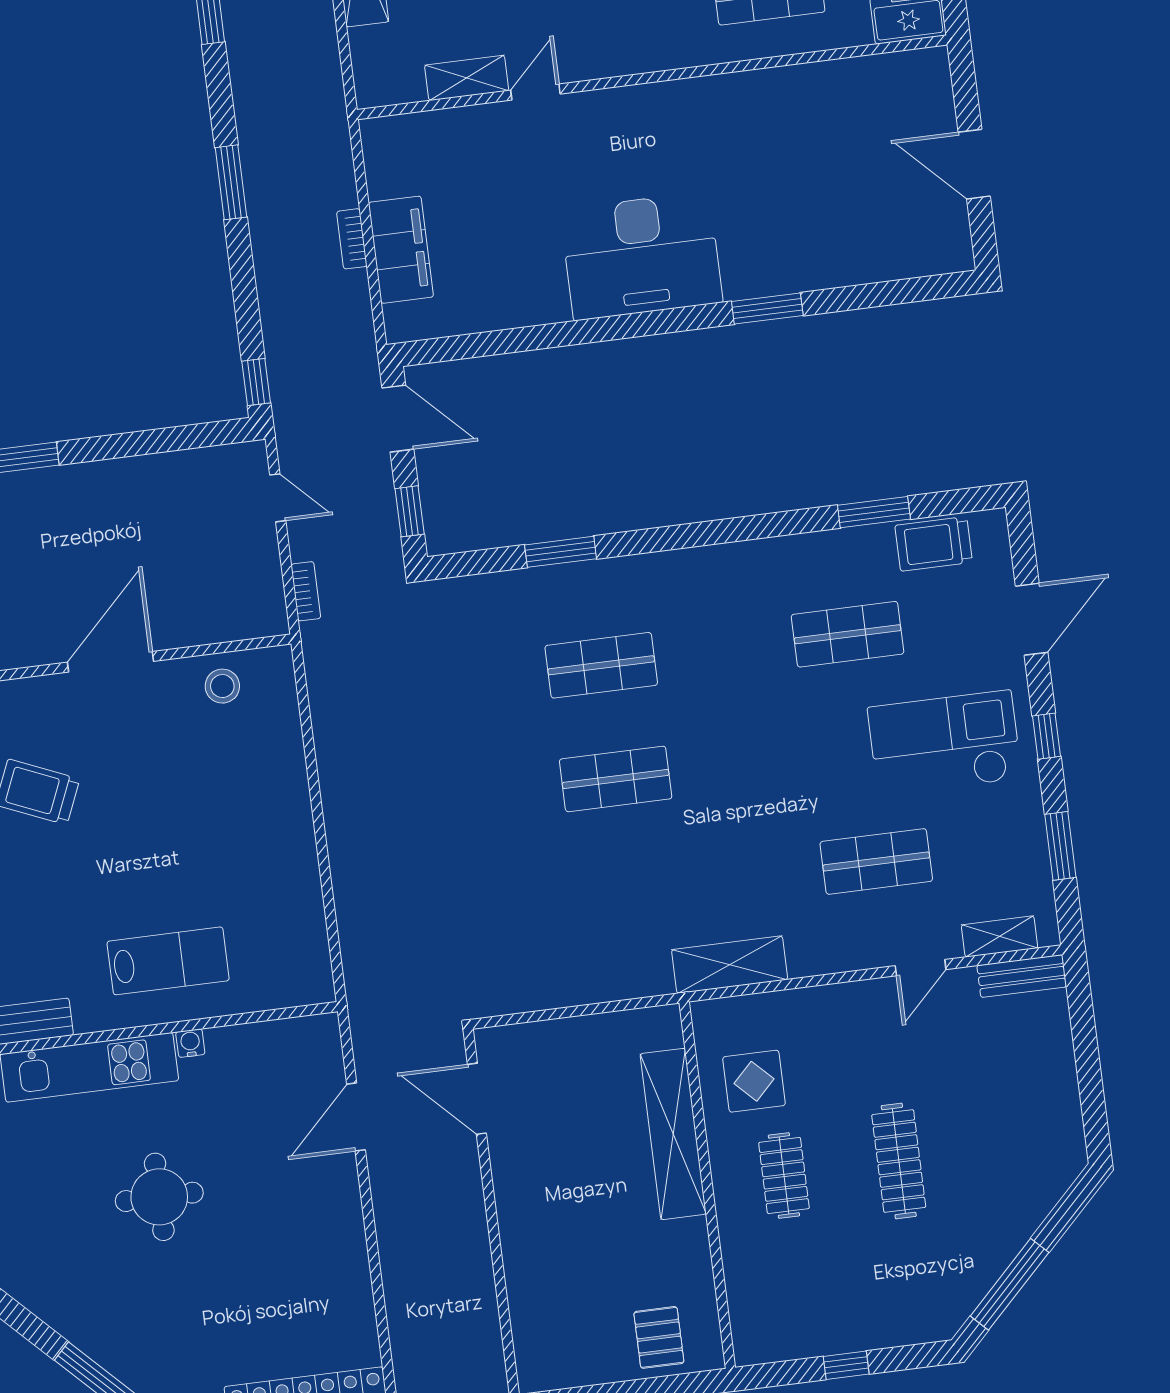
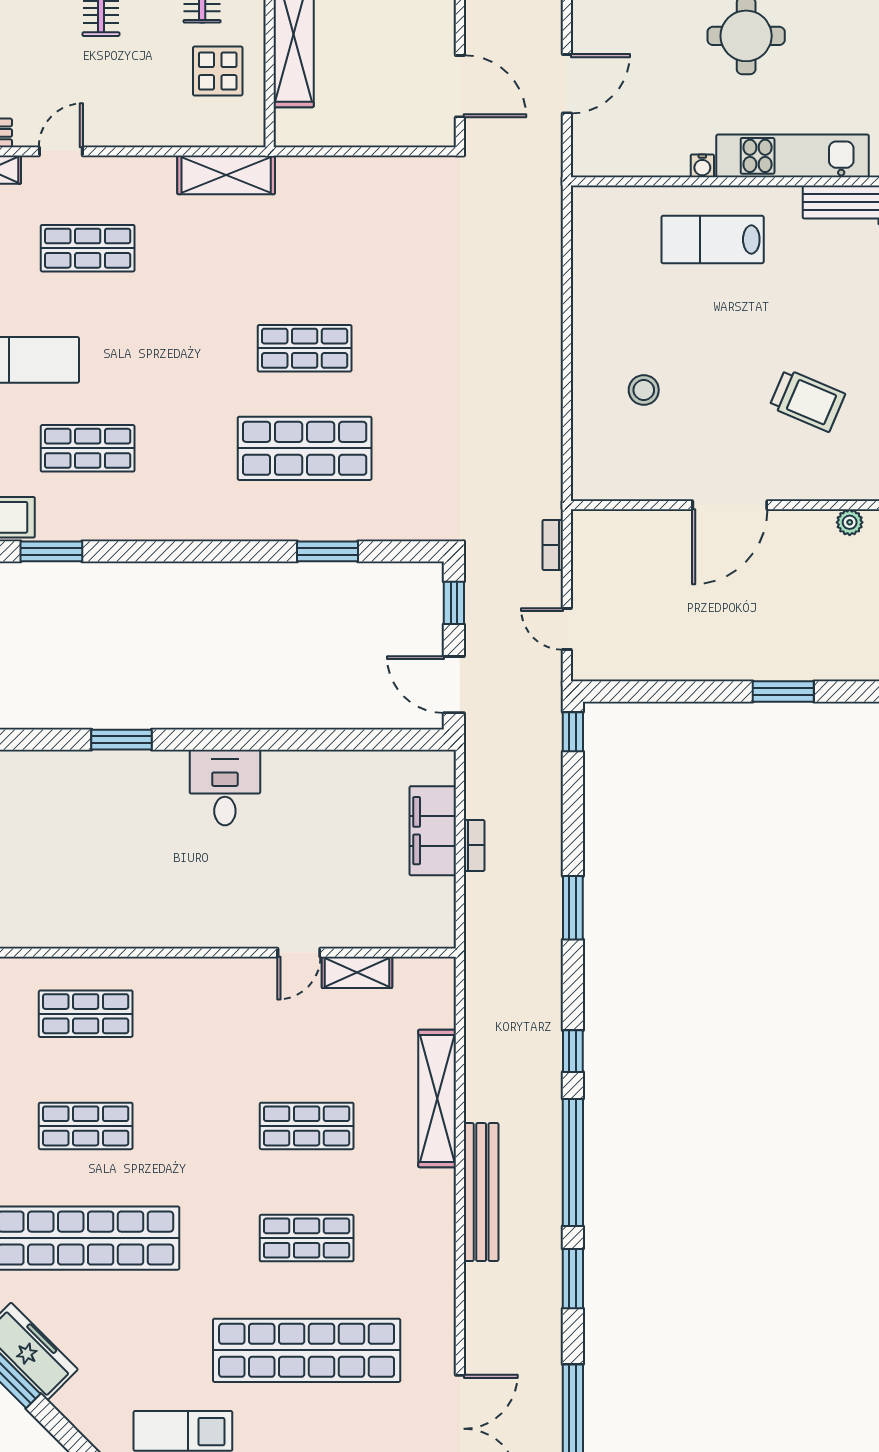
desk: (641, 256) -> (225, 788), width x0.53, depth x0.77
shop shelf: (601, 665) -> (305, 448), width x1.43, depth x1.36
stool: (222, 686) -> (644, 390), moved

